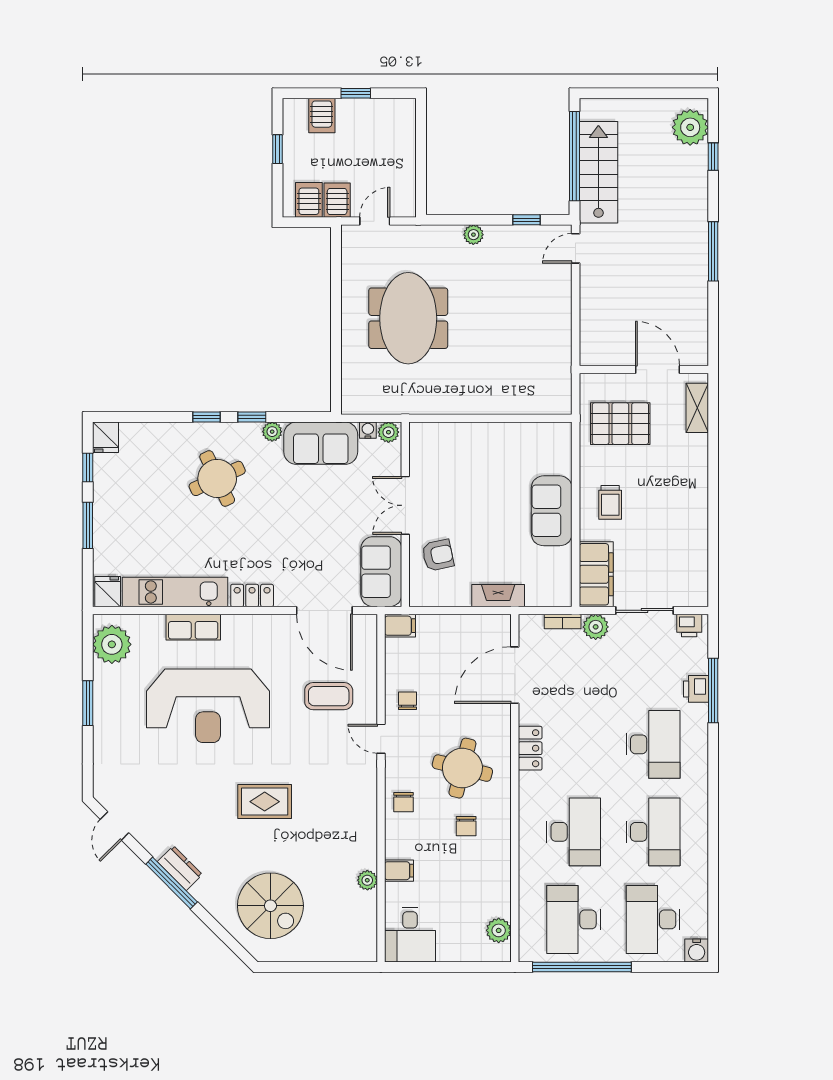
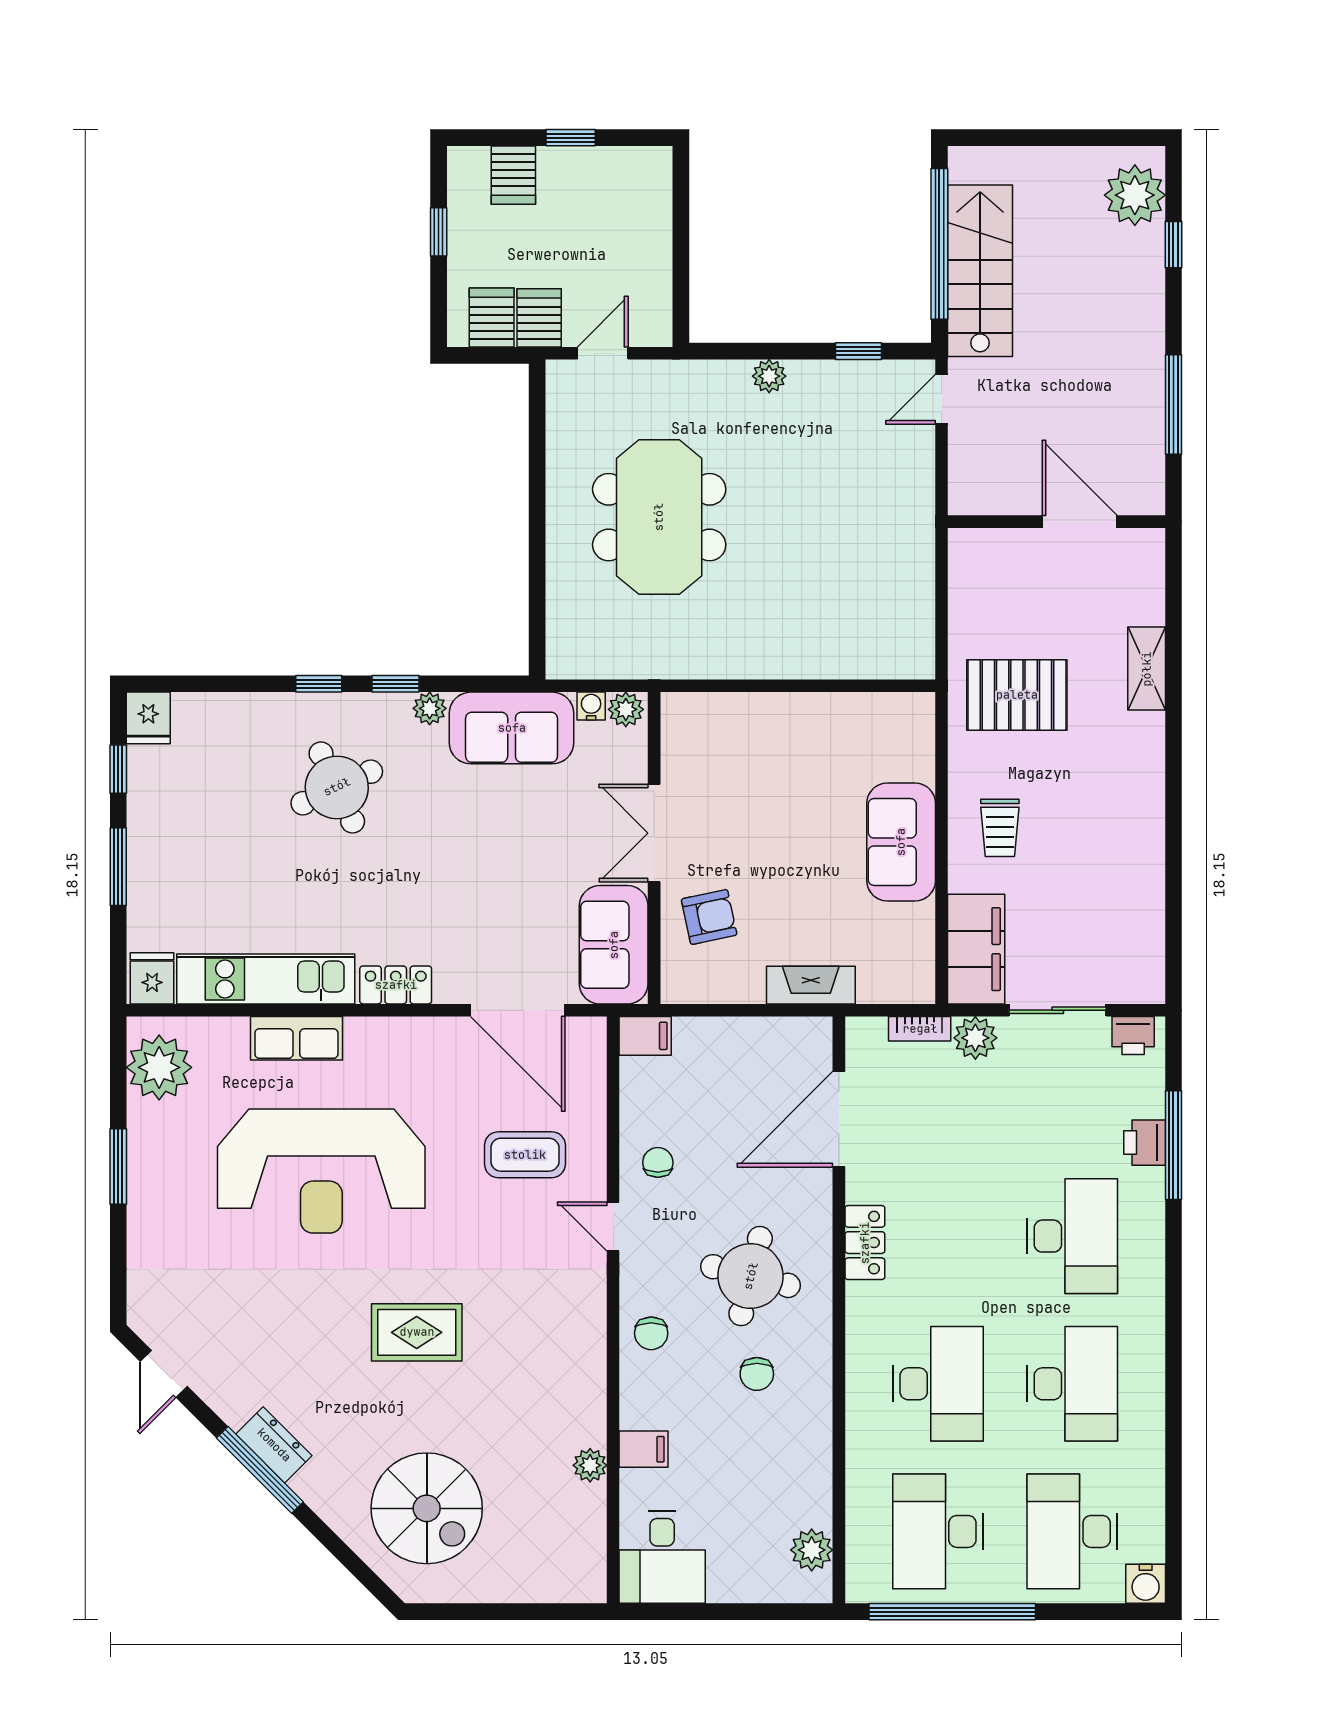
wall: (644, 370) -> (1056, 522), moved
door: (657, 370) -> (1080, 522), moved

